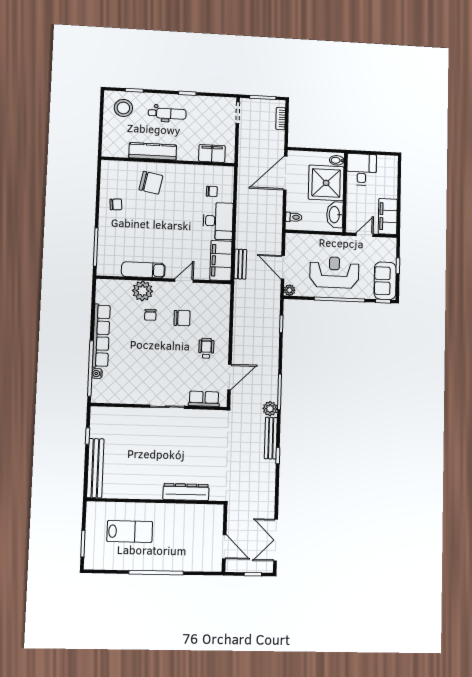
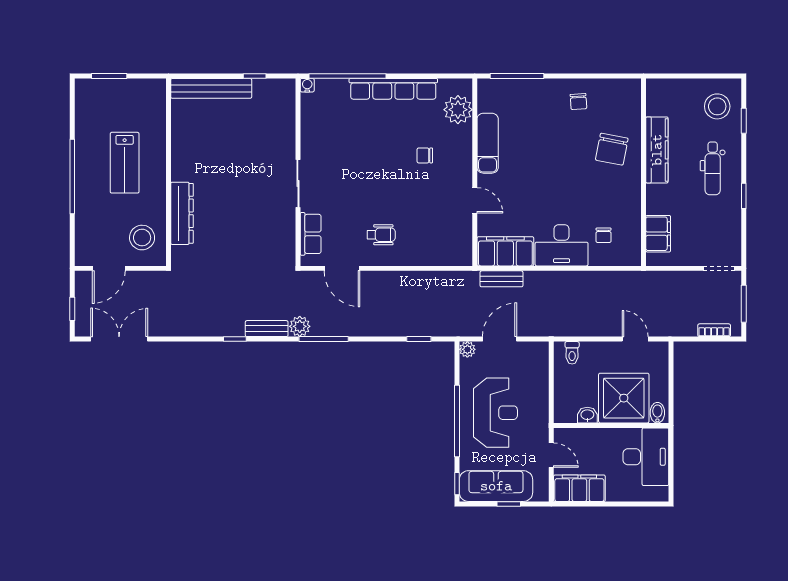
desk: (362, 169) -> (646, 457), width x1.37
door: (285, 173) -> (635, 339), width x0.53
washbasin: (335, 215) -> (587, 415), width x0.52, depth x0.69
sofa: (385, 281) -> (496, 486), width x1.36
plant: (143, 291) -> (458, 110), moved
chair: (182, 318) -> (422, 199), removed
water cooler: (97, 374) -> (307, 85), moved
bench: (271, 438) -> (267, 329), width x0.73
stool: (203, 522) -> (142, 238), added
lab bench: (130, 531) -> (125, 163), moved

